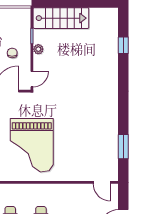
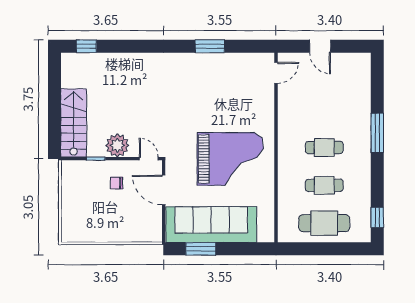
window: (123, 45) -> (86, 46), moved
plant: (38, 49) -> (117, 145), width x1.88, depth x1.88
window: (123, 147) -> (210, 46), moved

